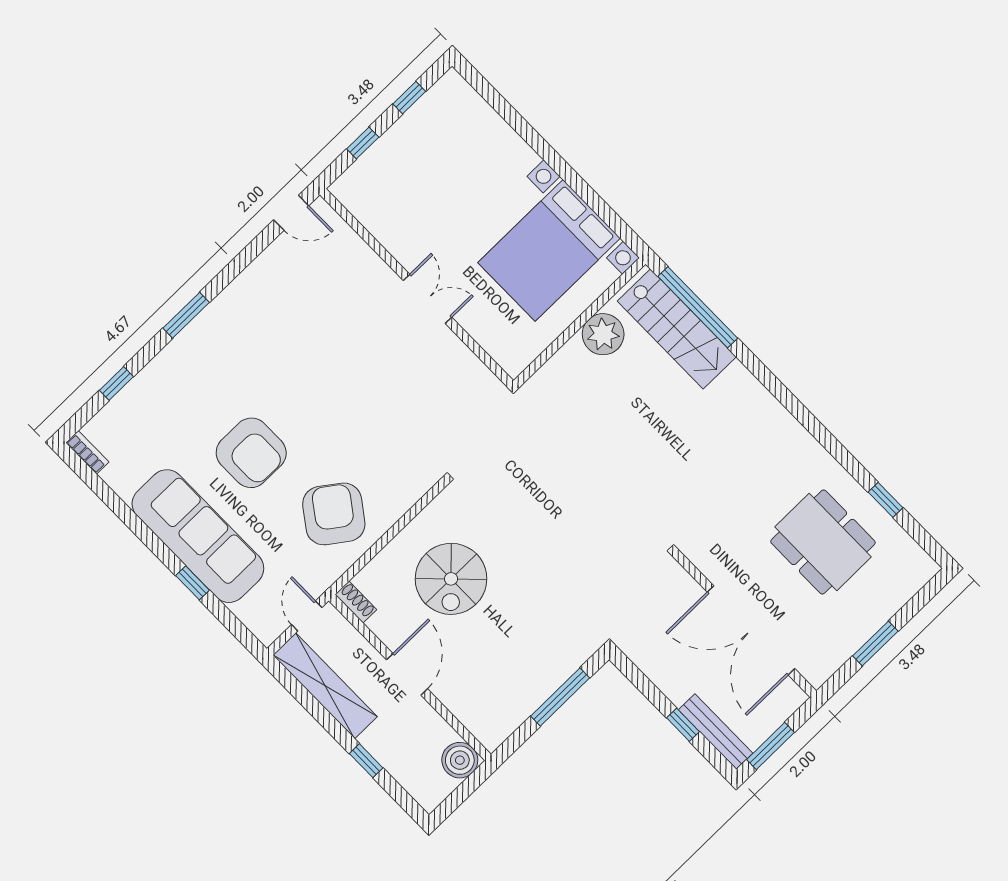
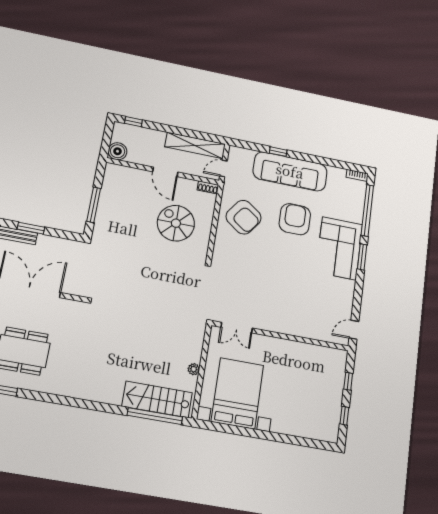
double door: (428, 299) -> (237, 328), moved
plant: (603, 334) -> (194, 369), width x0.53, depth x0.53
corner sofa: (214, 356) -> (339, 248), added
window: (116, 383) -> (367, 210), width x3.17
armchair: (251, 453) -> (295, 219), turned 90
door: (307, 616) -> (223, 168), swing flipped
window: (683, 725) -> (31, 228), width x1.50
window: (366, 761) -> (133, 122), moved

